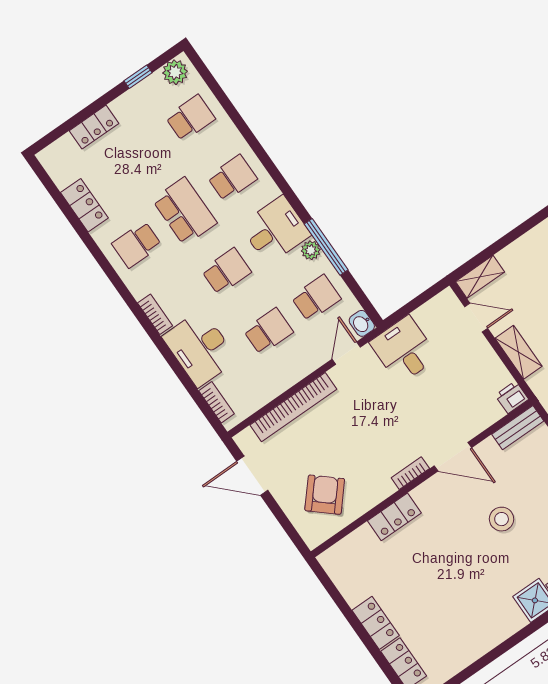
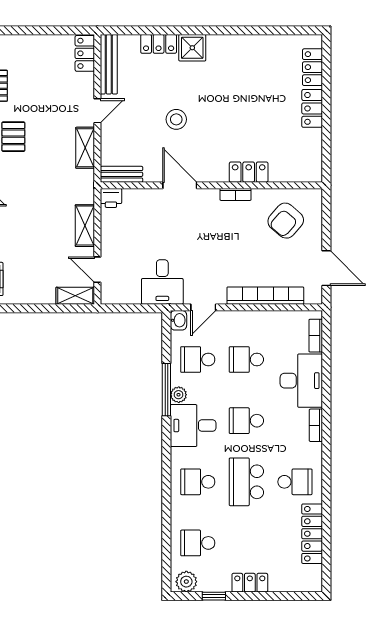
locker: (94, 127) -> (250, 583), moved
locker: (84, 205) -> (312, 534), width x1.53
bookcase: (410, 473) -> (235, 194), moved

